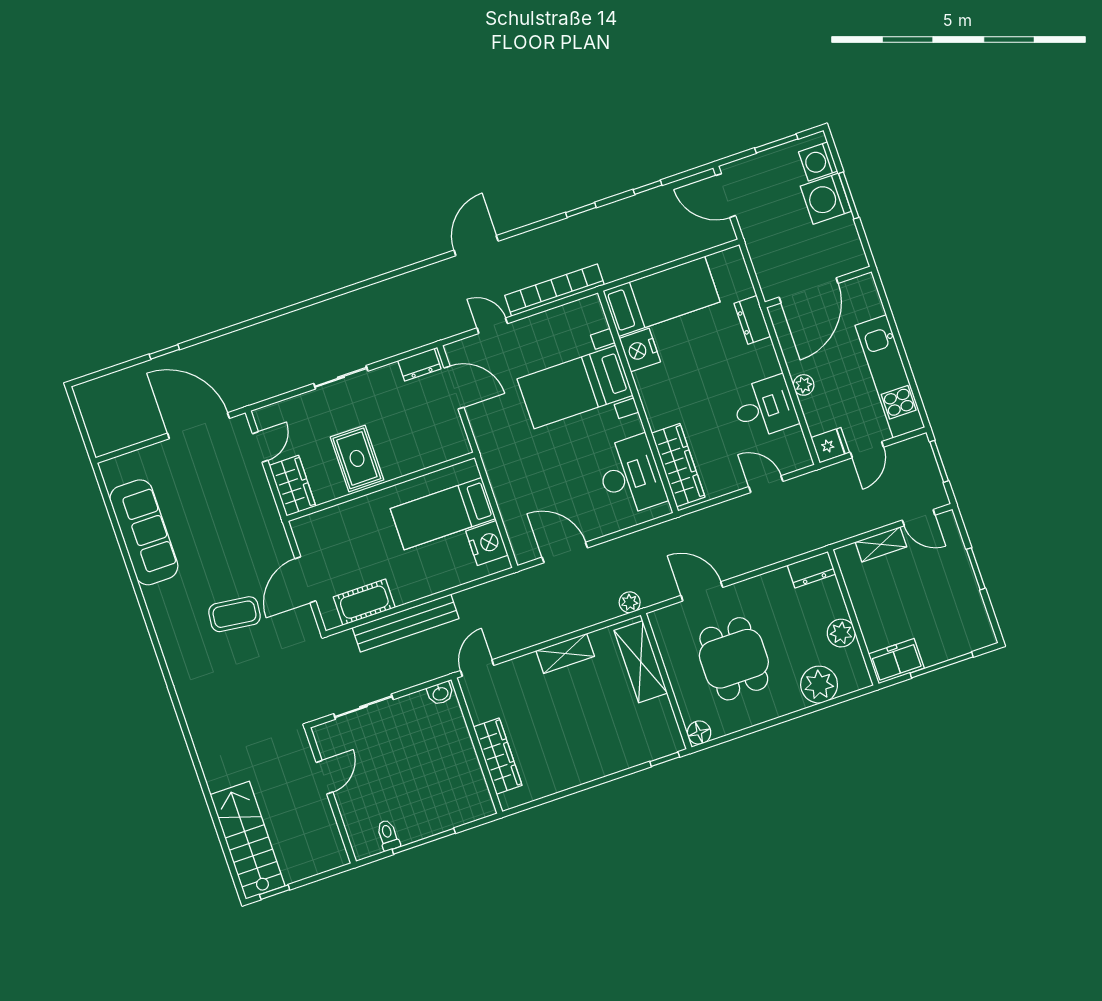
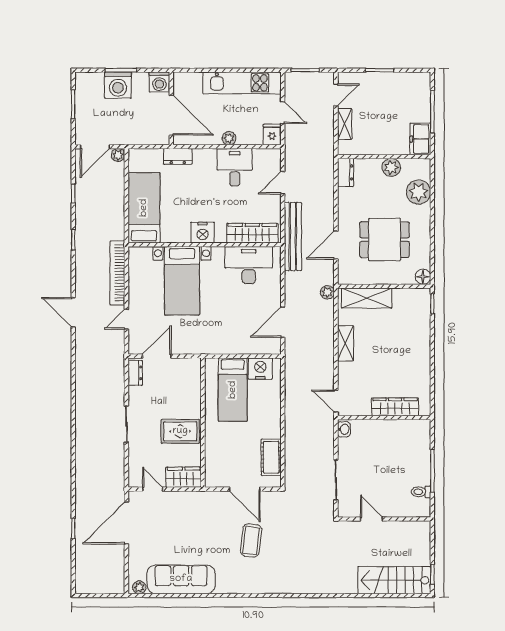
washing machine: (818, 161) -> (159, 82), moved
plant: (725, 233) -> (118, 155), added
nightstand: (640, 350) -> (203, 233), moved
plant: (112, 476) -> (139, 587), added
bench: (406, 623) -> (293, 236), moved

